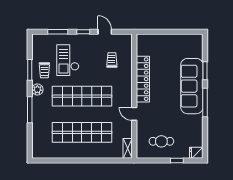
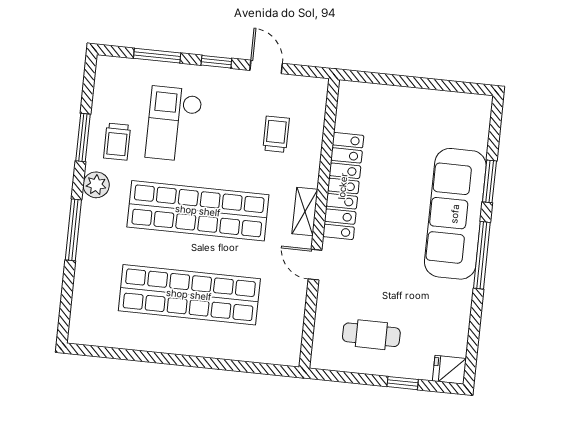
shelving: (128, 148) -> (305, 211), moved

